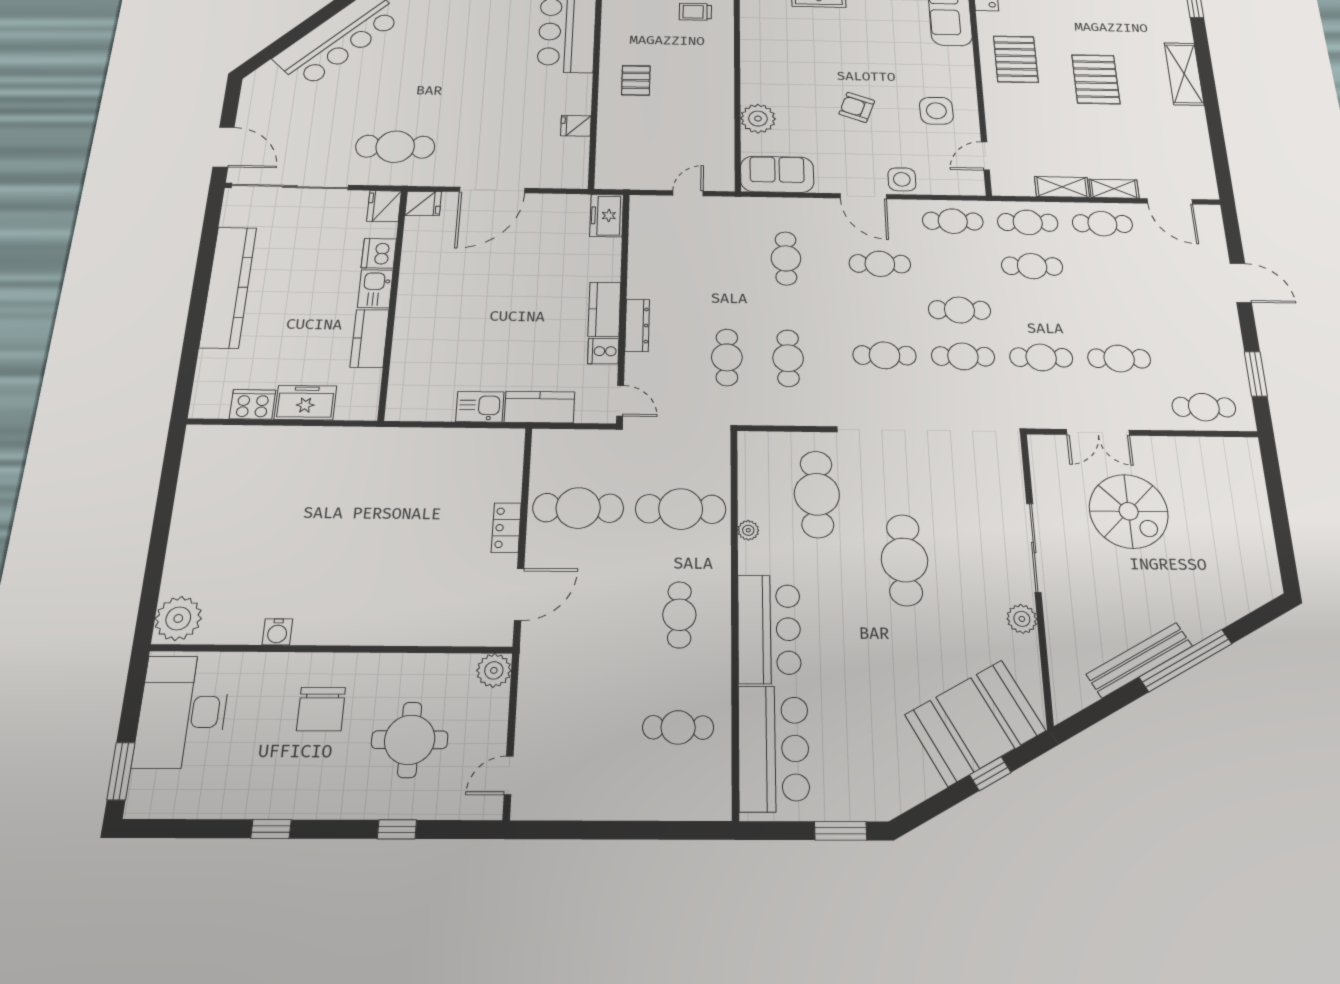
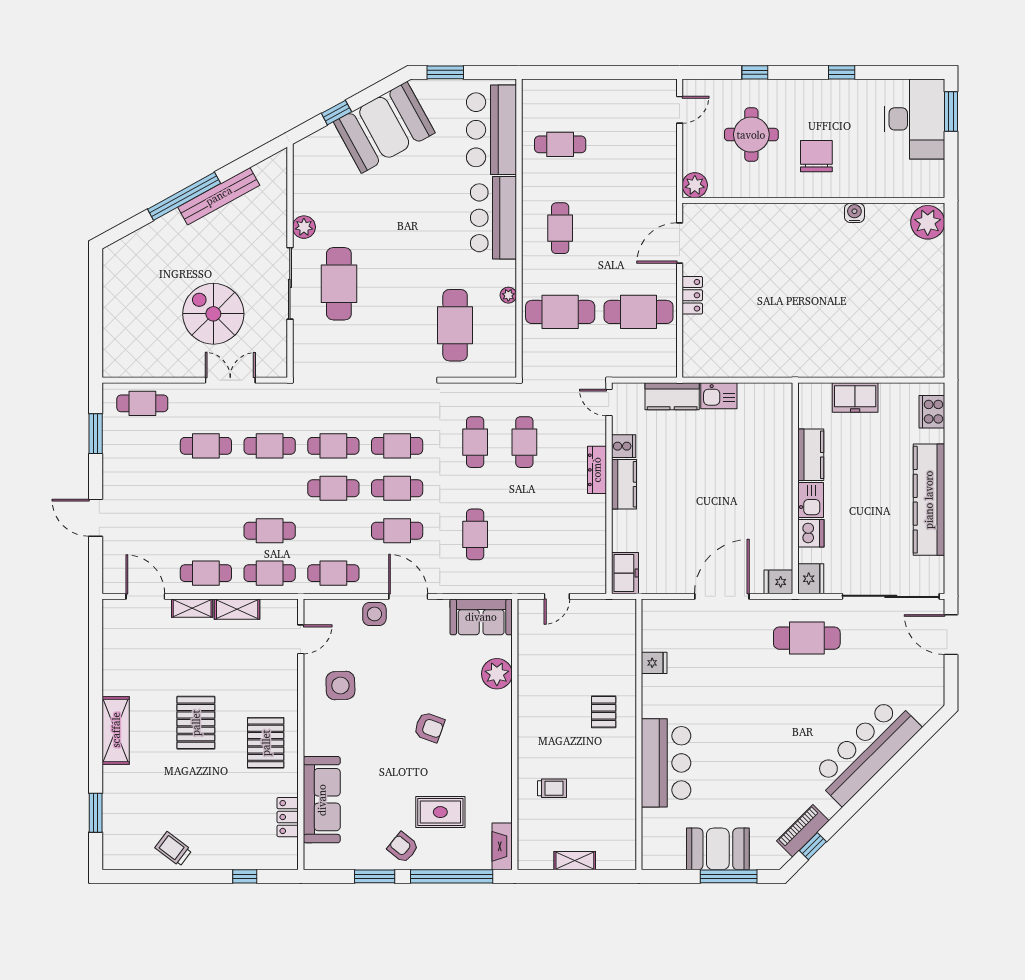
armchair: (857, 107) -> (429, 727), moved
cafe table: (882, 309) -> (397, 488), added
cooker: (253, 404) -> (932, 412), moved, turned 90
cafe table: (904, 560) -> (339, 284), moved
desk: (182, 712) -> (915, 119), moved
booth: (975, 723) -> (384, 127), moved

